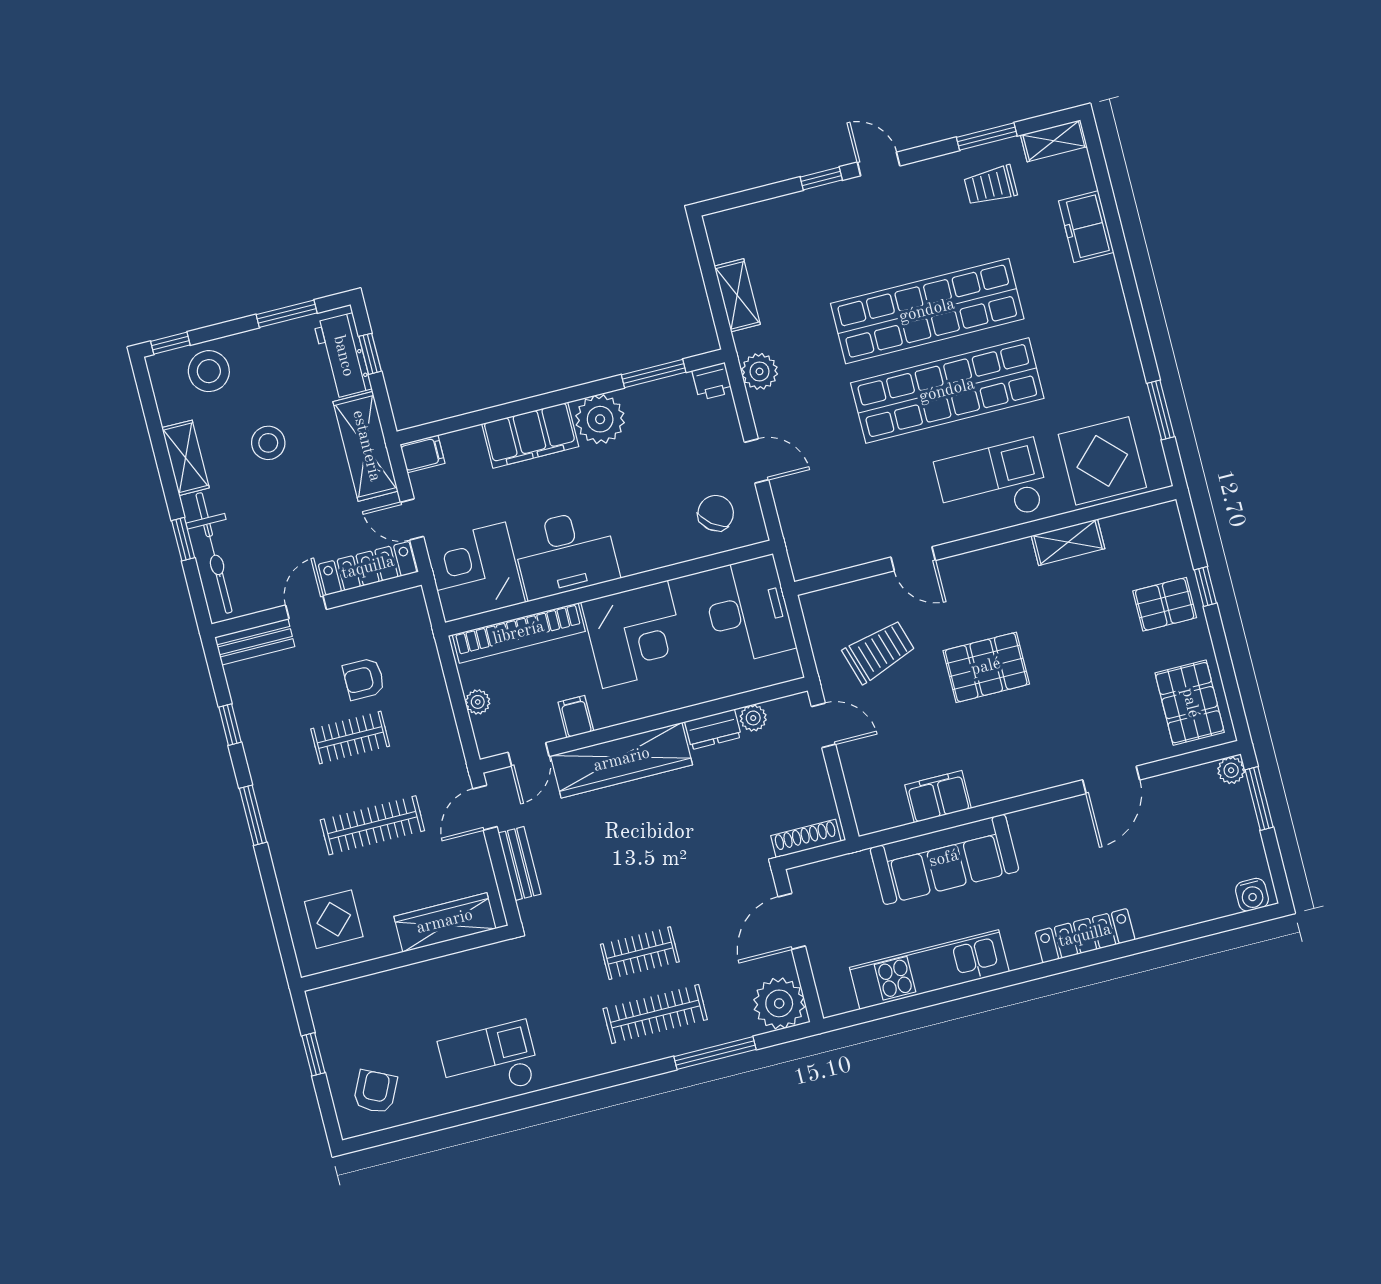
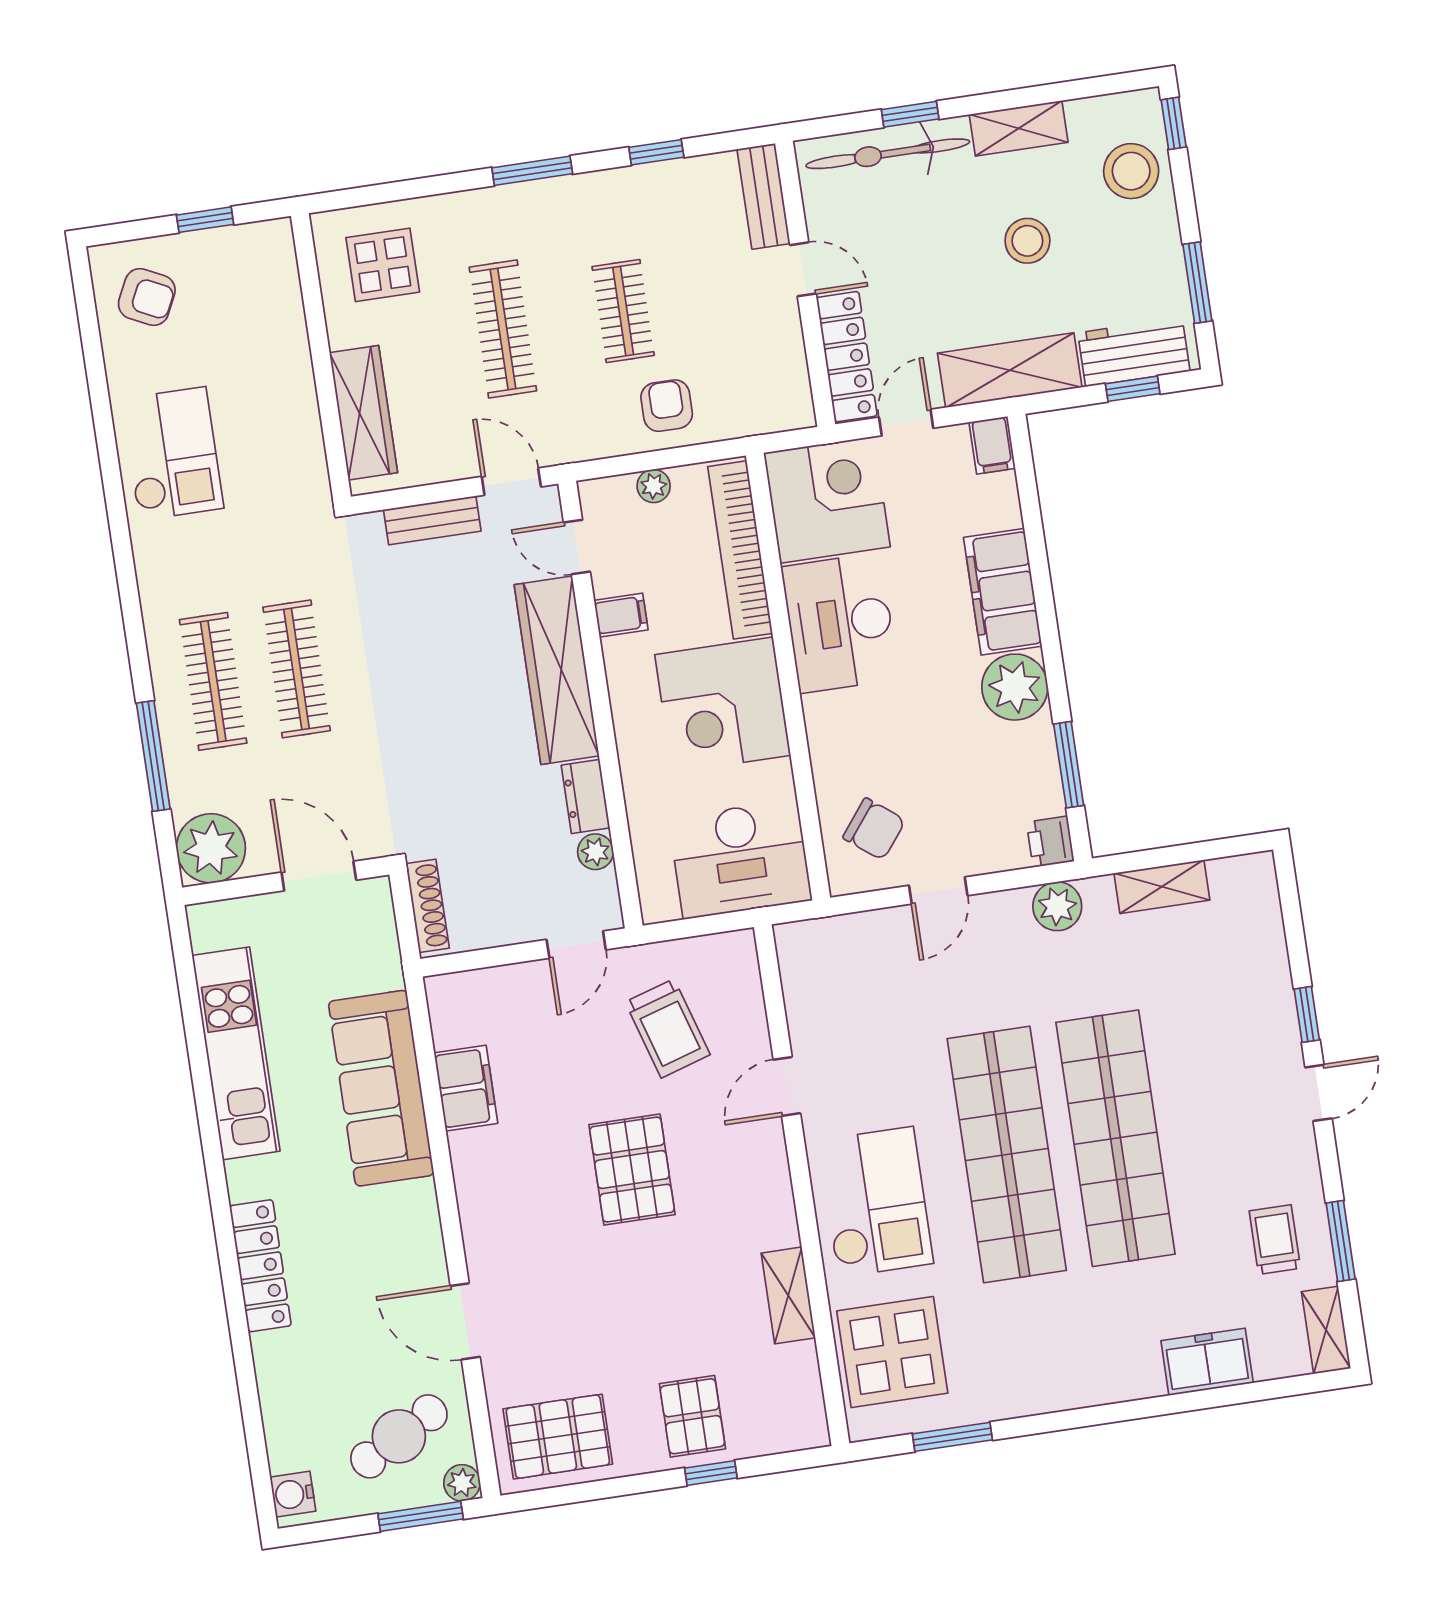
armchair: (364, 679) -> (667, 406), moved
cafe table: (1201, 820) -> (399, 1436), added
clothes rail: (640, 953) -> (297, 669), width x1.36

